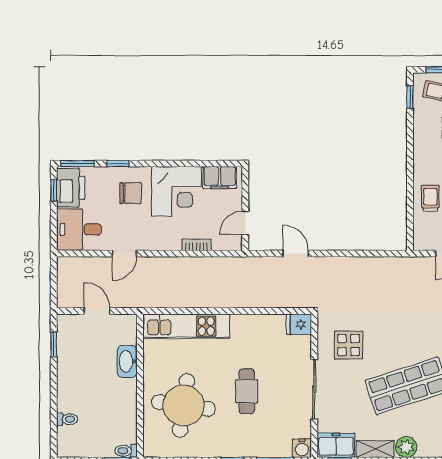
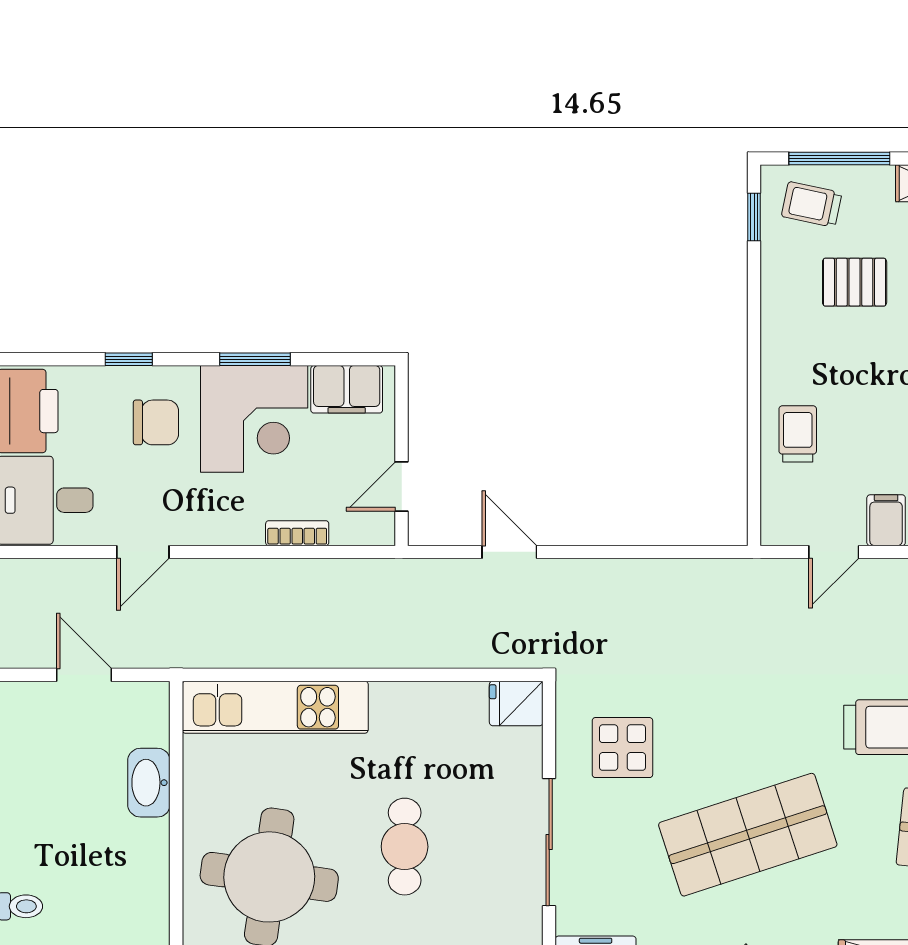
window: (78, 164) -> (255, 359), moved

